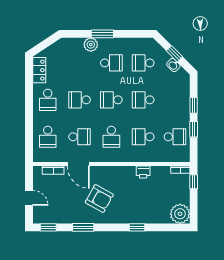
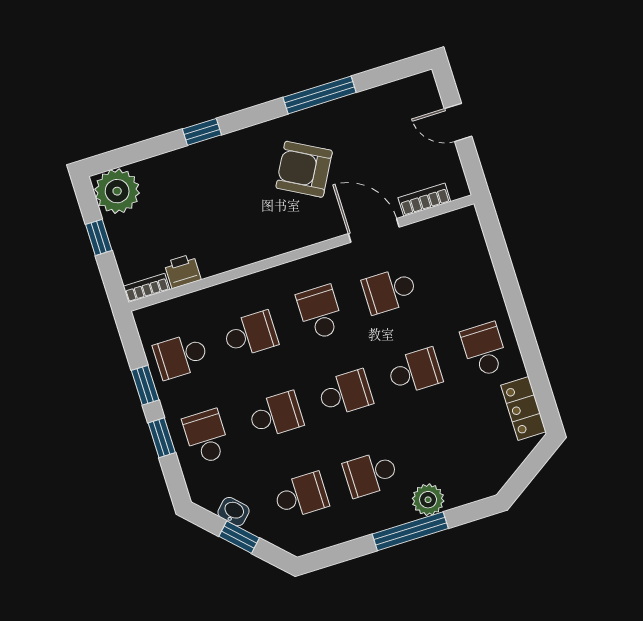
window: (102, 34) -> (410, 531), width x1.44
school desk: (48, 137) -> (206, 437), moved
printer: (143, 172) -> (183, 271), moved
window: (194, 182) -> (99, 237), moved
window: (48, 227) -> (396, 71), removed
window: (83, 227) -> (320, 95), width x1.44

